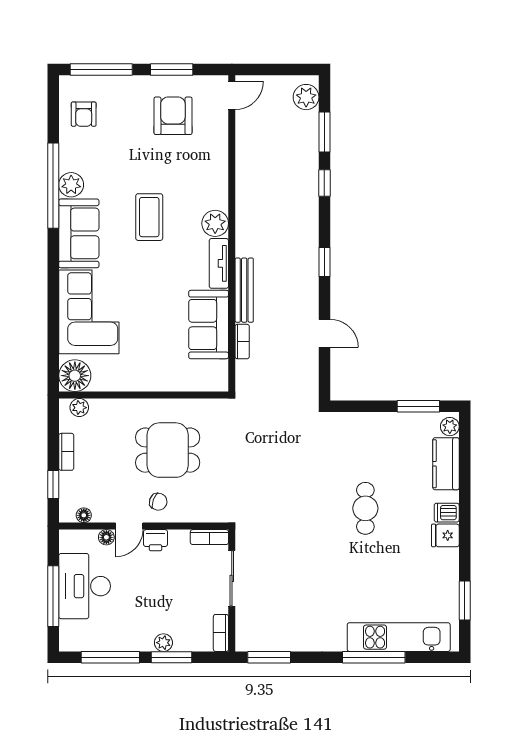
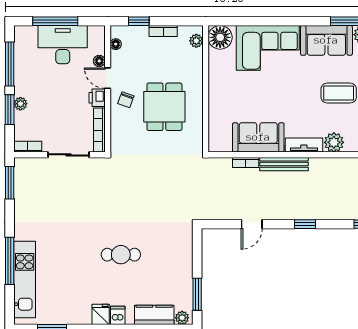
bookcase: (209, 537) -> (99, 130), width x1.56

